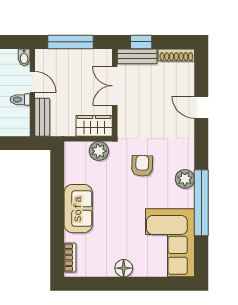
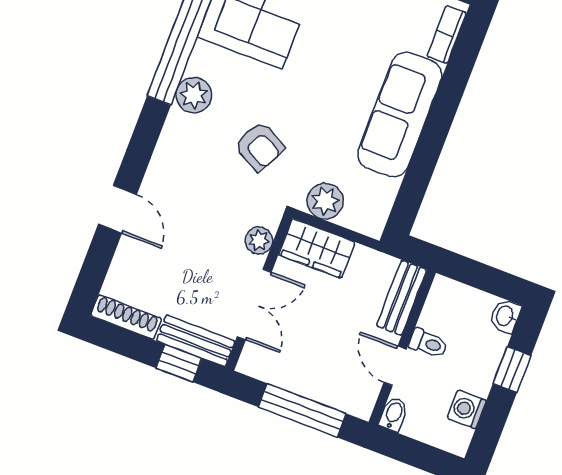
plant: (125, 119) -> (259, 240), added
armchair: (142, 166) -> (260, 146), turned -64
sofa: (78, 209) -> (400, 115), width x1.36

